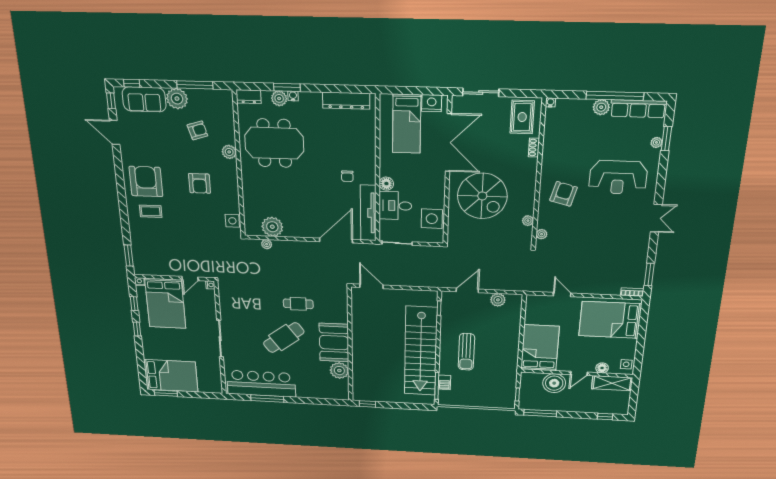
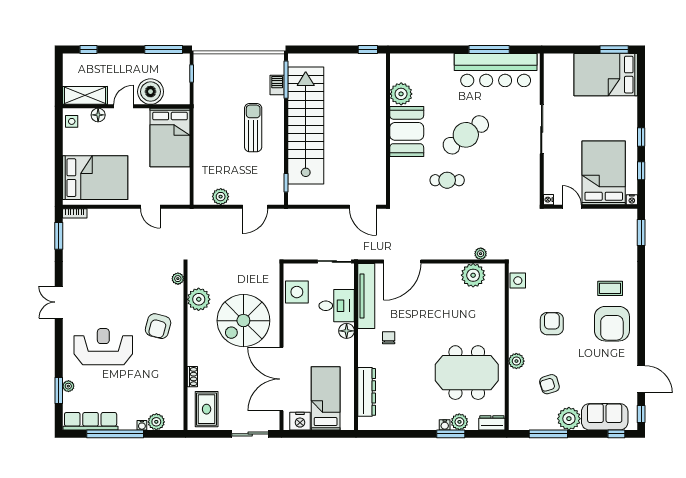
dresser: (346, 101) -> (367, 392), moved, turned 90
water cooler: (550, 102) -> (142, 425), moved
plant: (601, 107) -> (156, 422), moved
spiral stairs: (482, 196) -> (243, 321), turned -90
plant: (528, 221) -> (199, 299), width x1.88, depth x1.88
door: (190, 278) -> (572, 207), hinge flipped

